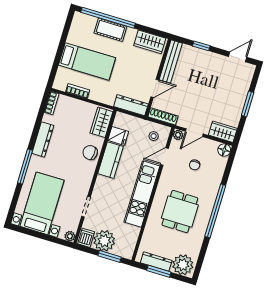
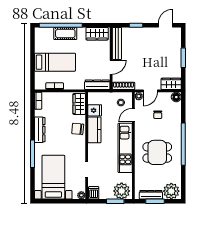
dining table: (180, 211) -> (157, 152), turned 90
plant: (104, 241) -> (122, 191), moved

